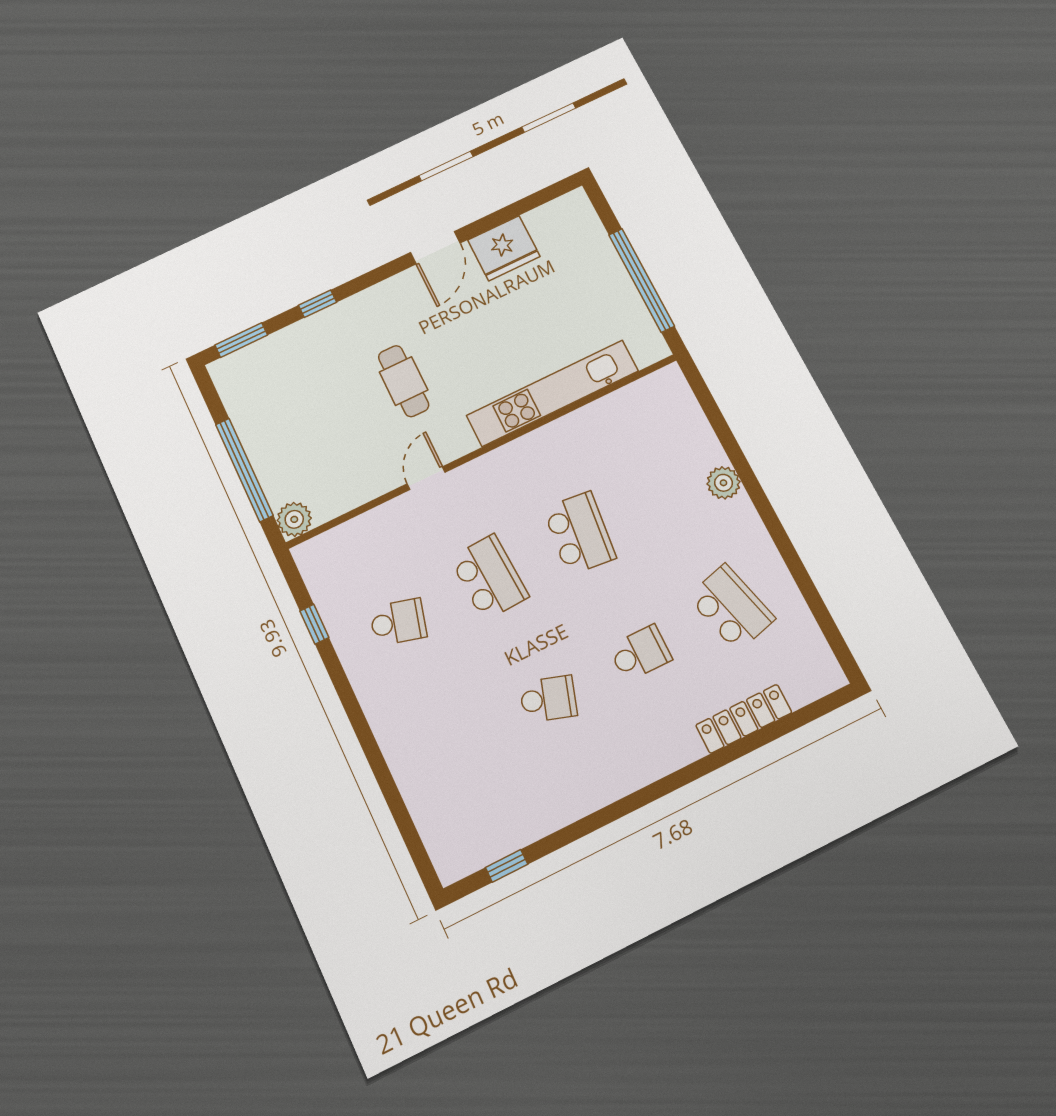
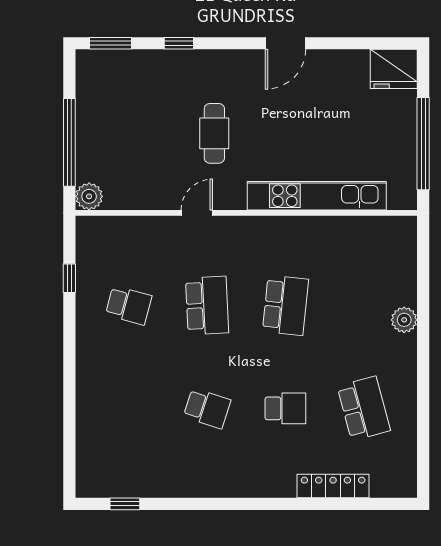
fridge: (504, 248) -> (394, 69), moved

